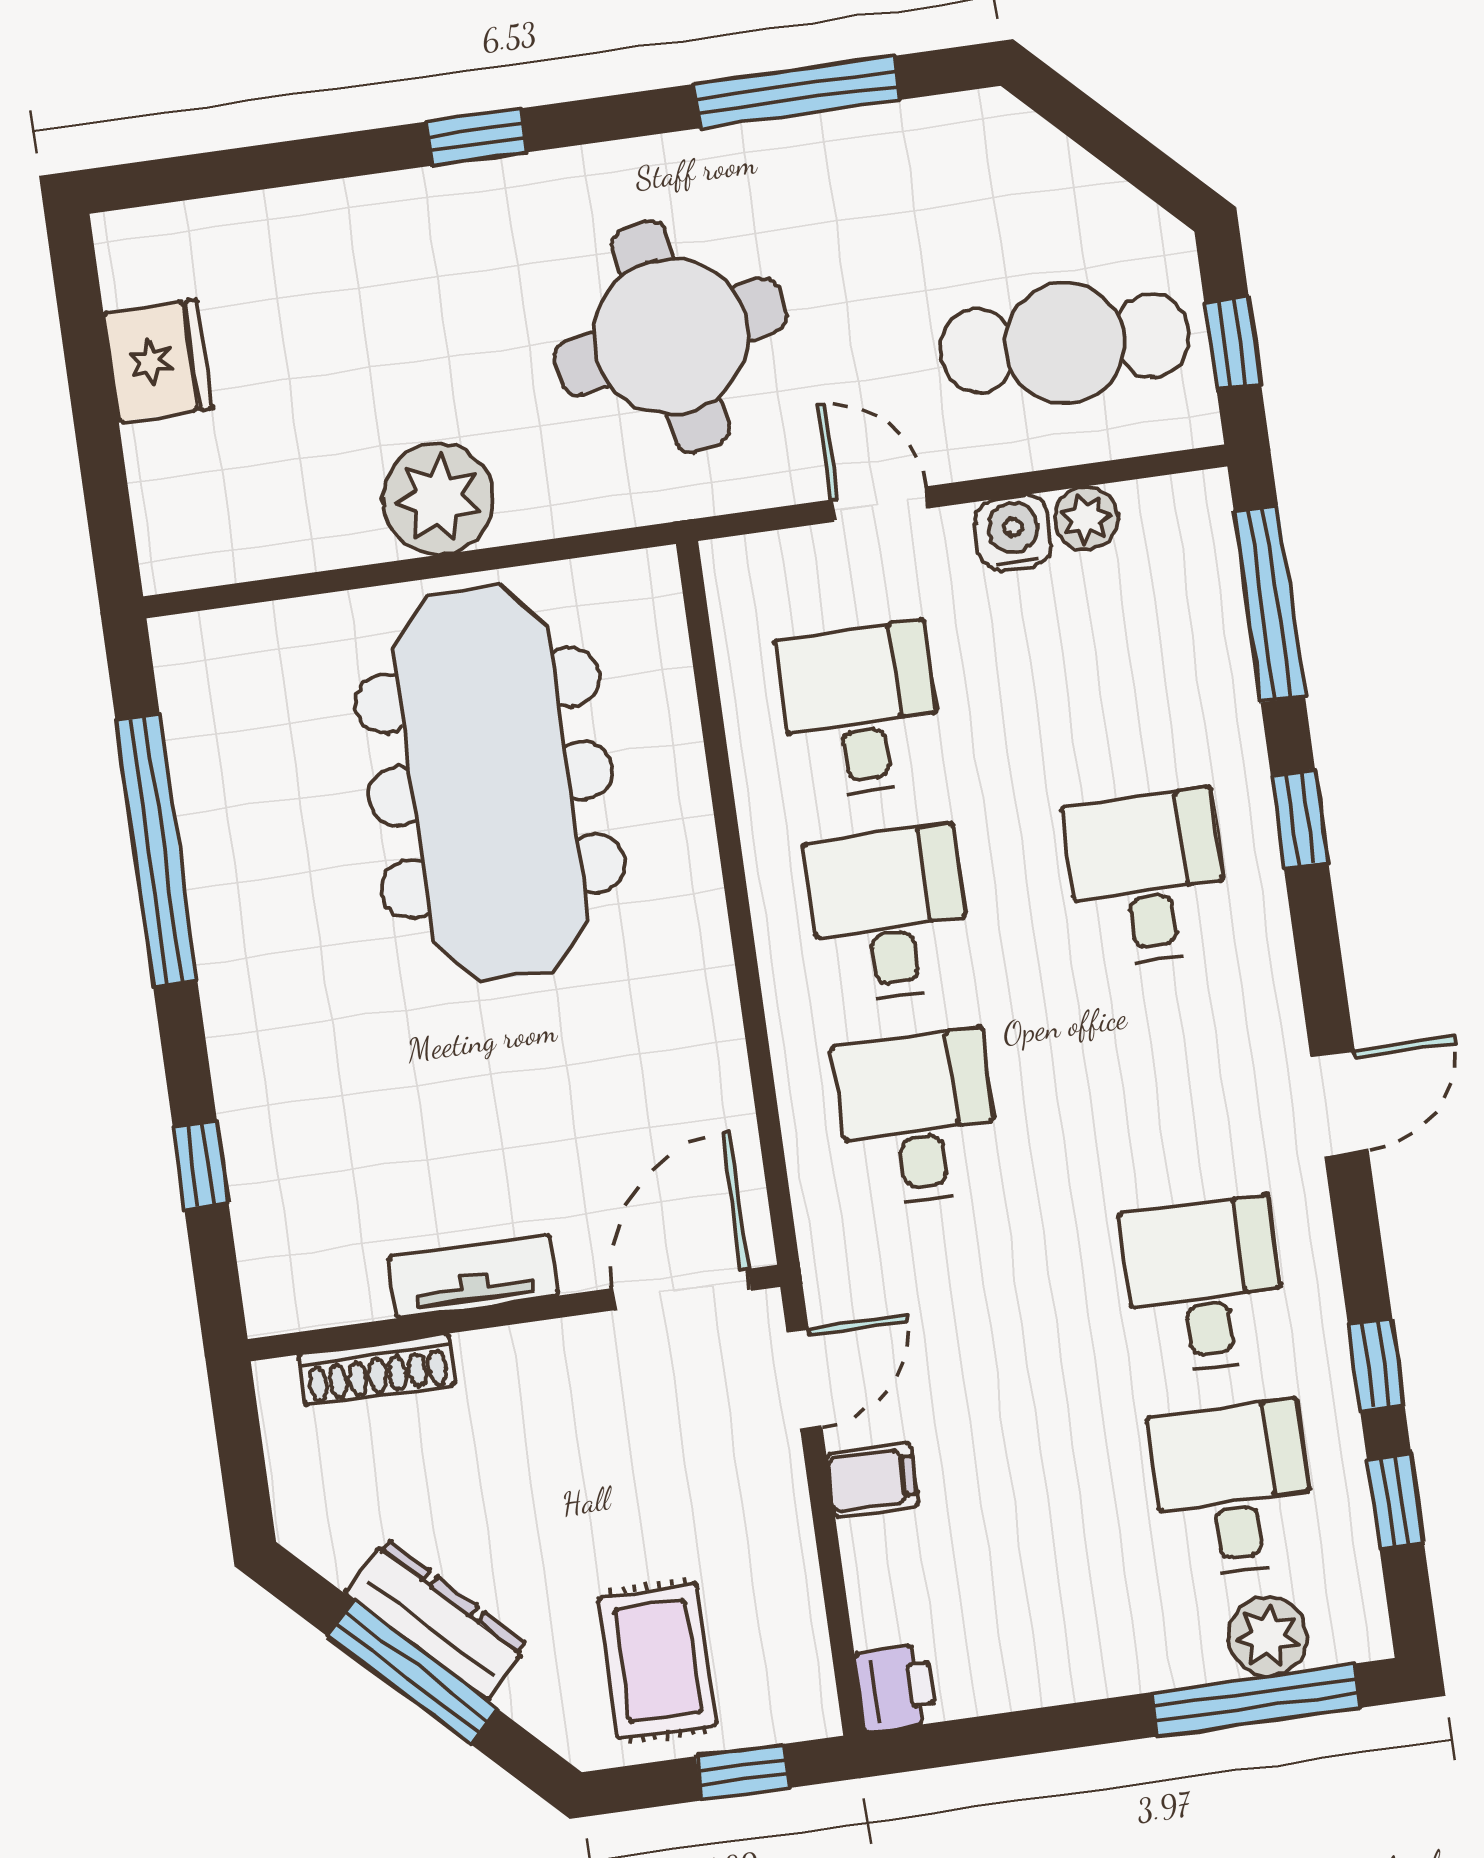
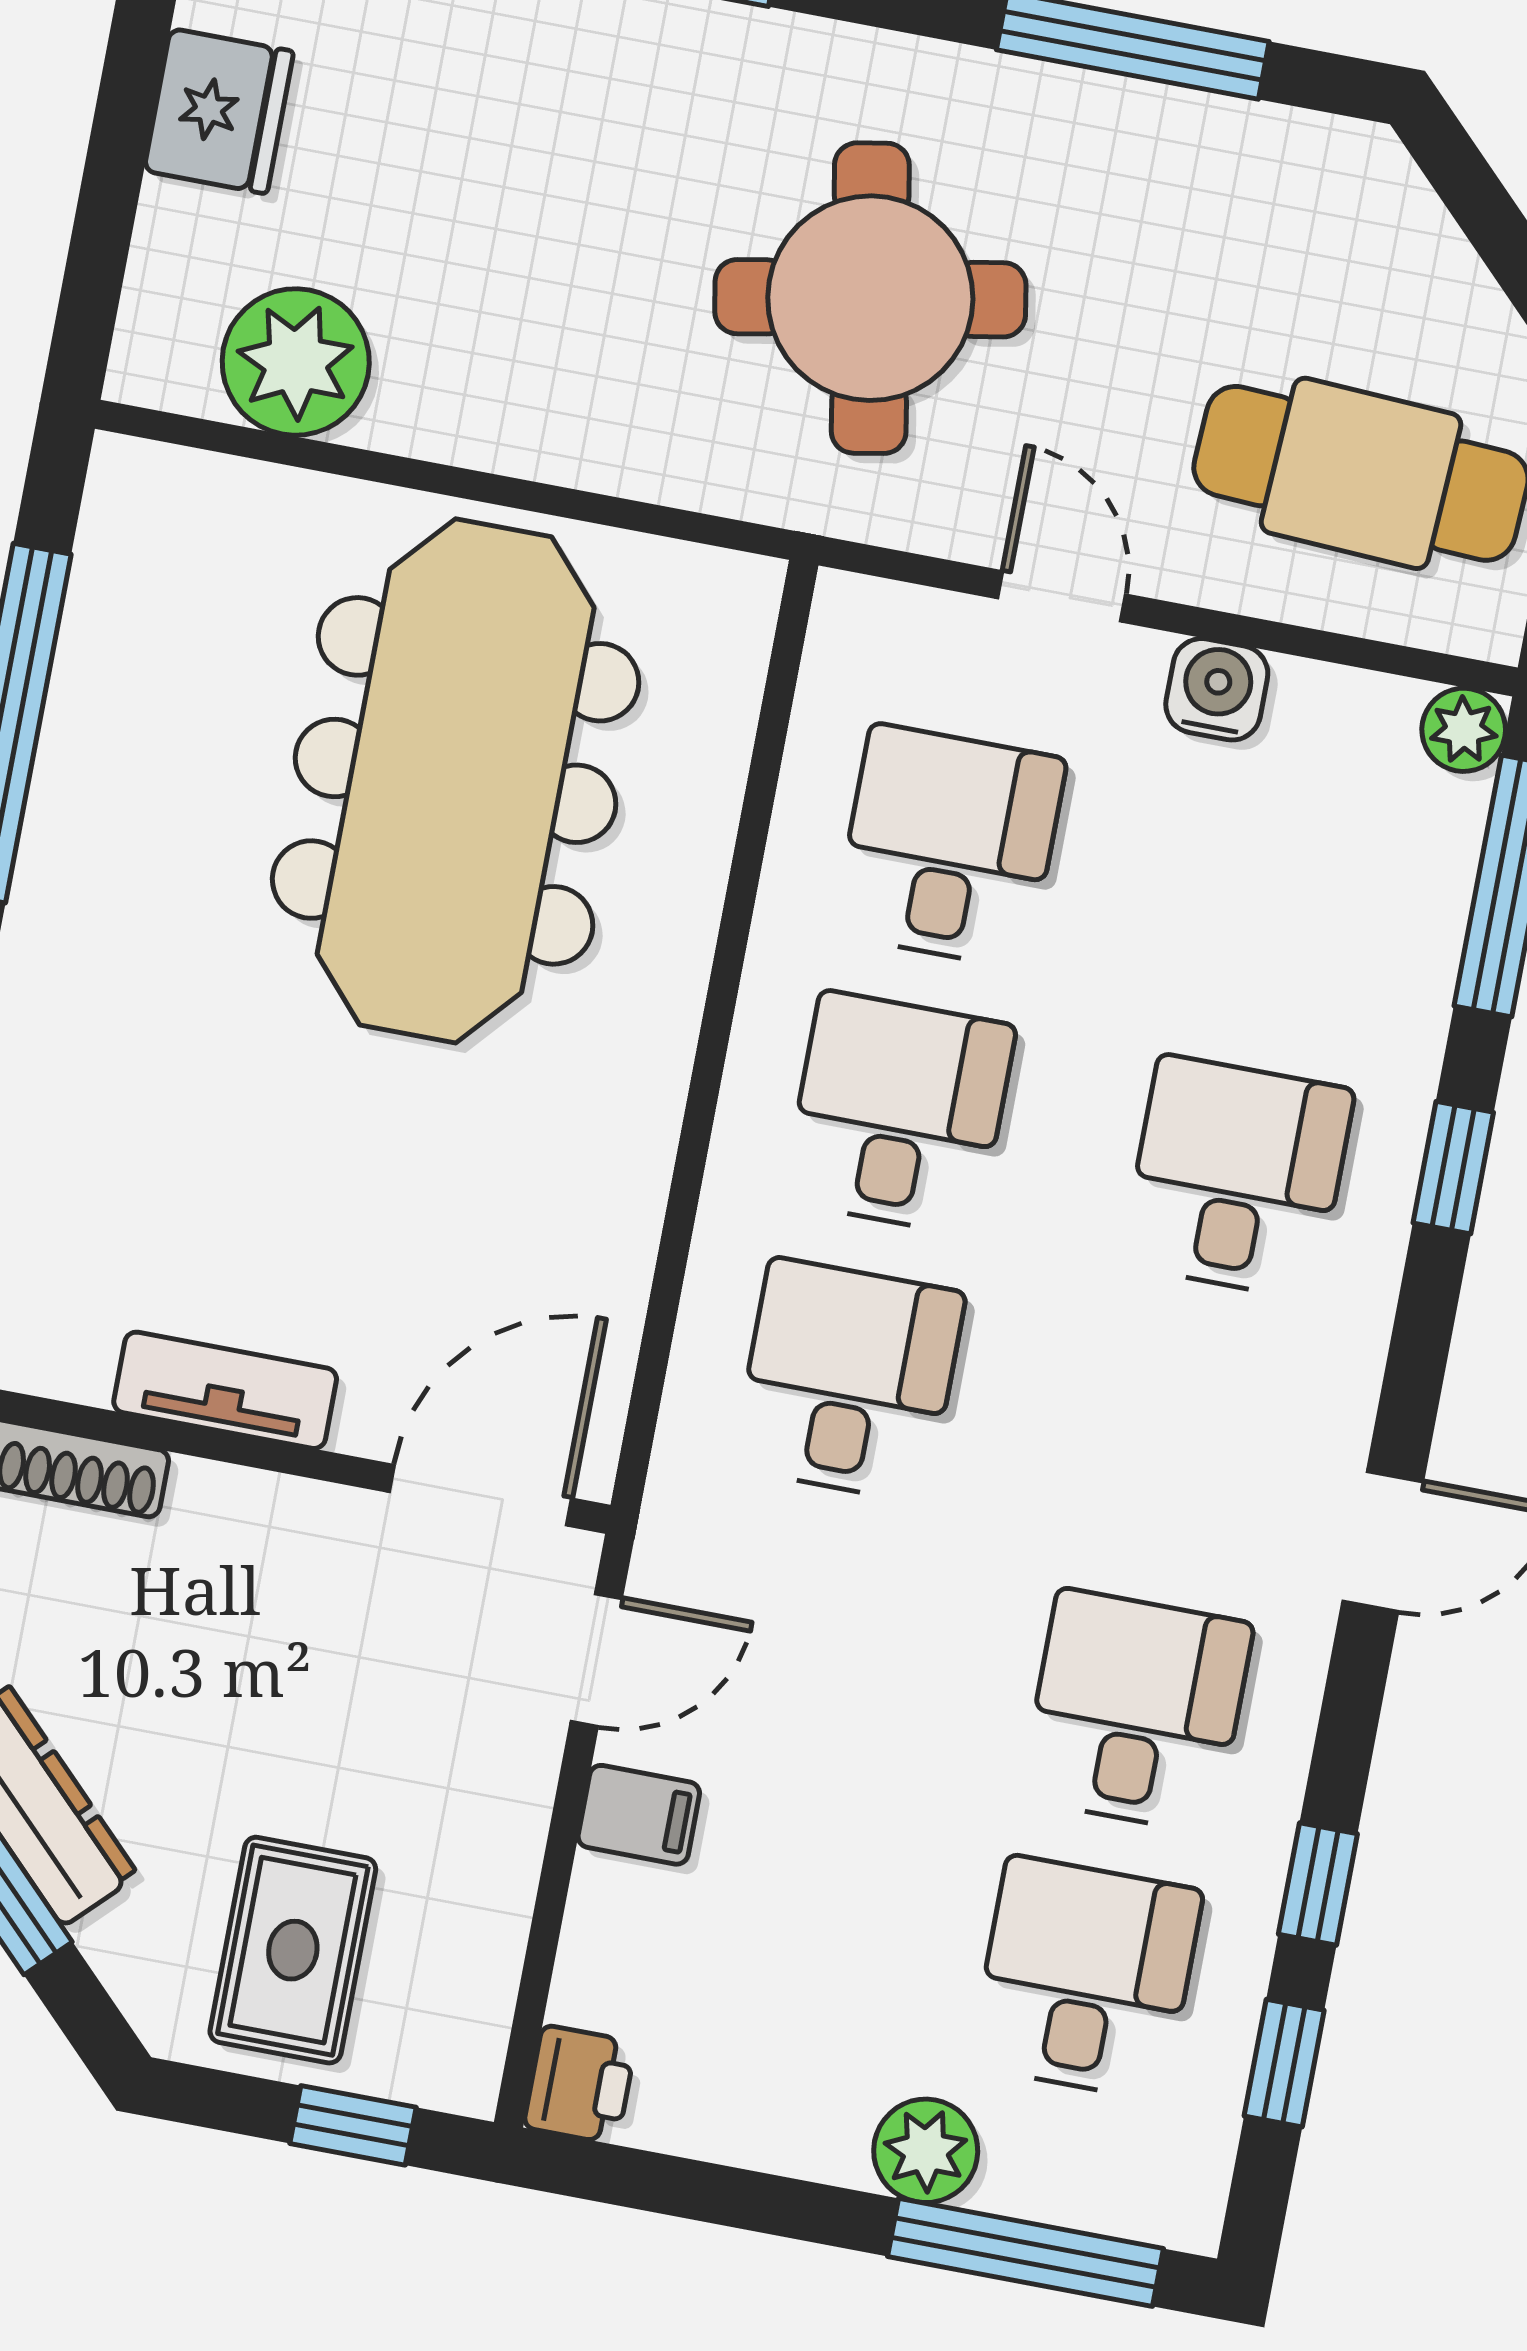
plant: (438, 499) -> (296, 362), moved
plant: (1086, 518) -> (1464, 730), moved
plant: (1268, 1636) -> (926, 2151), moved

